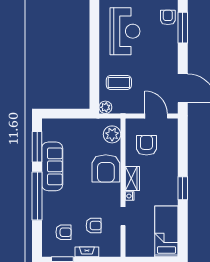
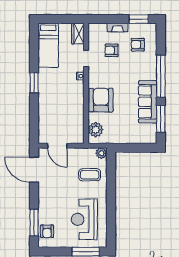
armchair: (146, 145) -> (66, 120), removed
wardrobe: (132, 179) -> (78, 34), moved

